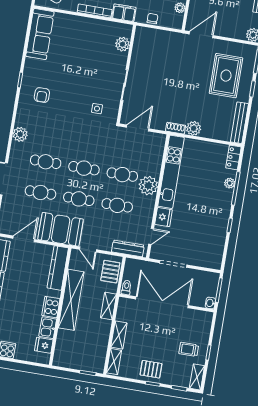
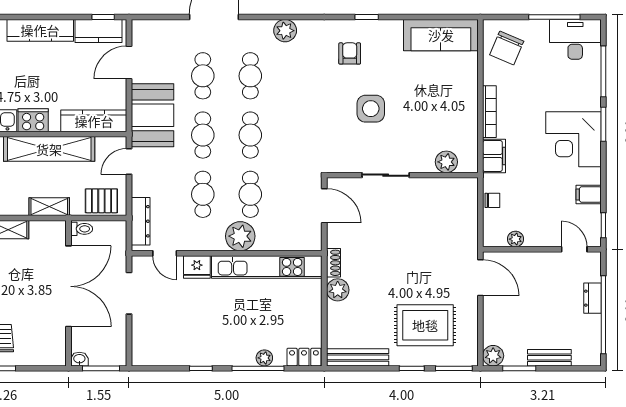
armchair: (42, 95) -> (350, 53), turned 90
side table: (97, 109) -> (371, 109), moved, width x1.87, depth x1.87
door: (24, 239) -> (129, 62), swing flipped

